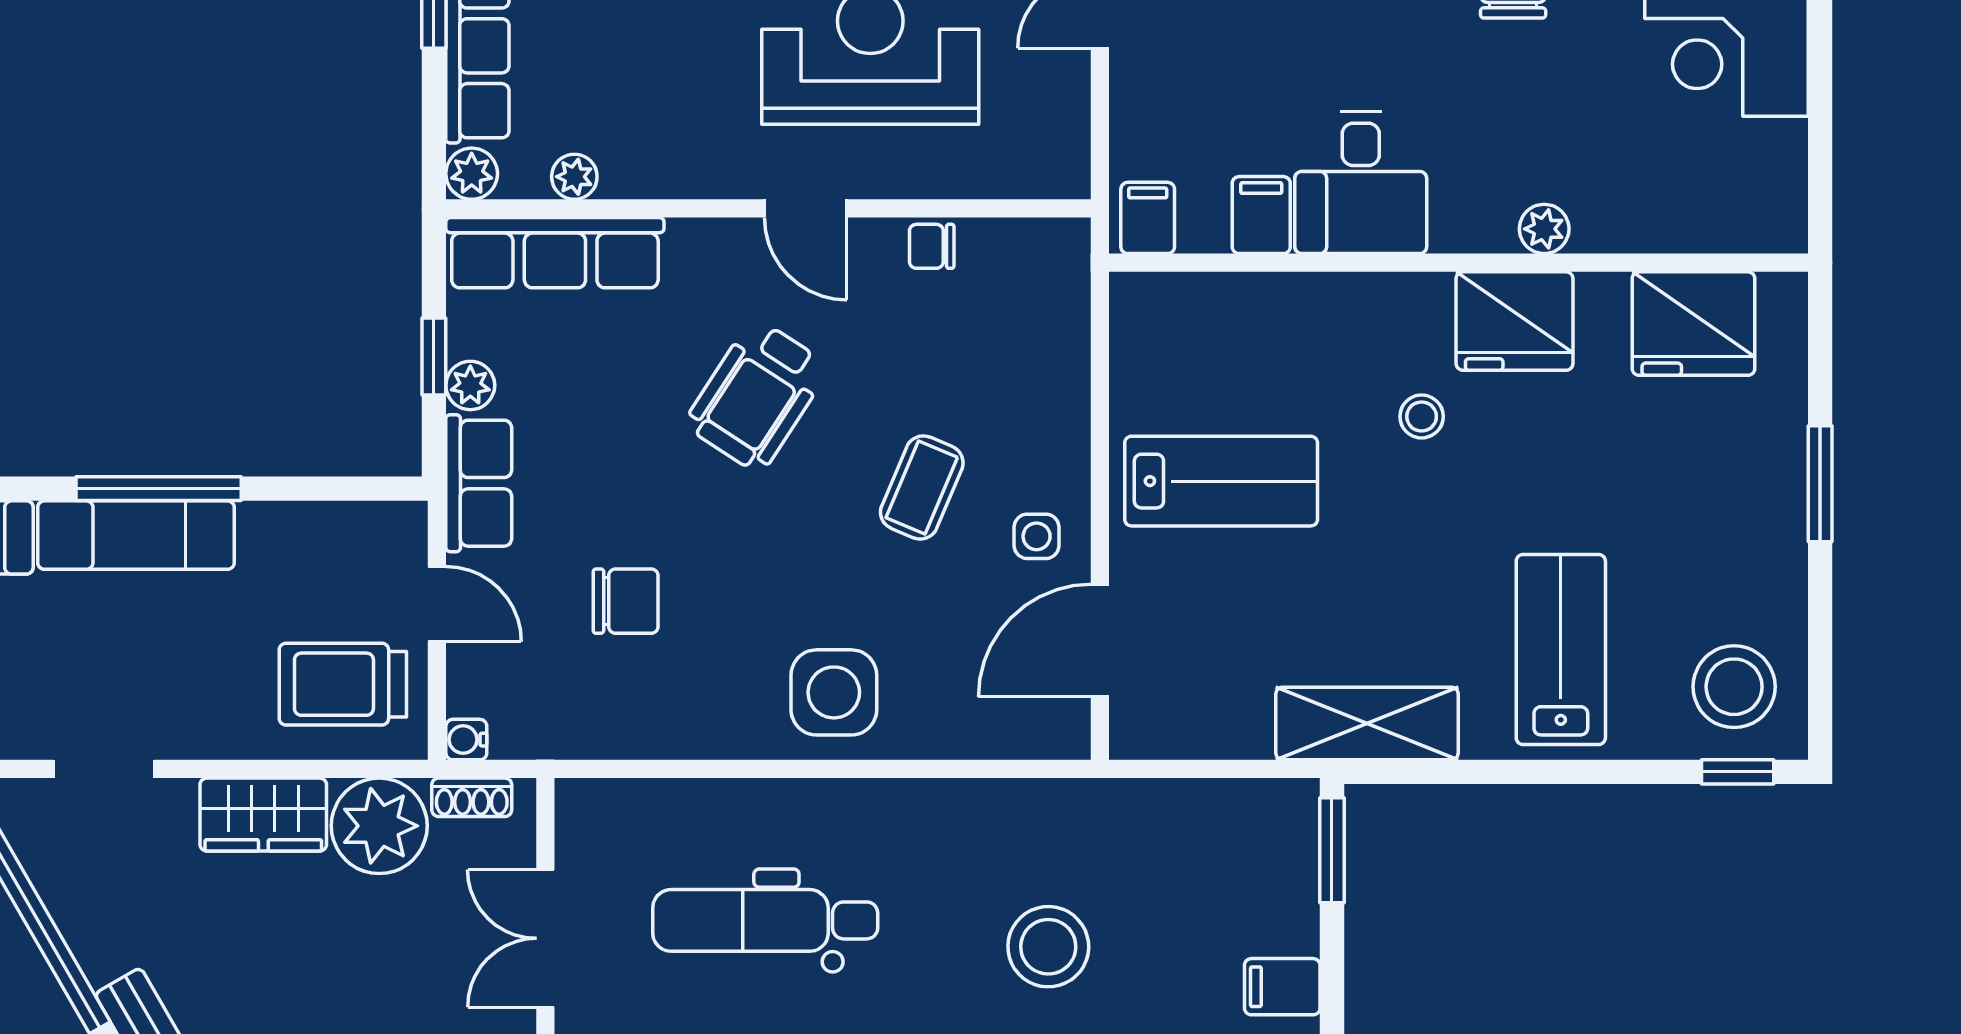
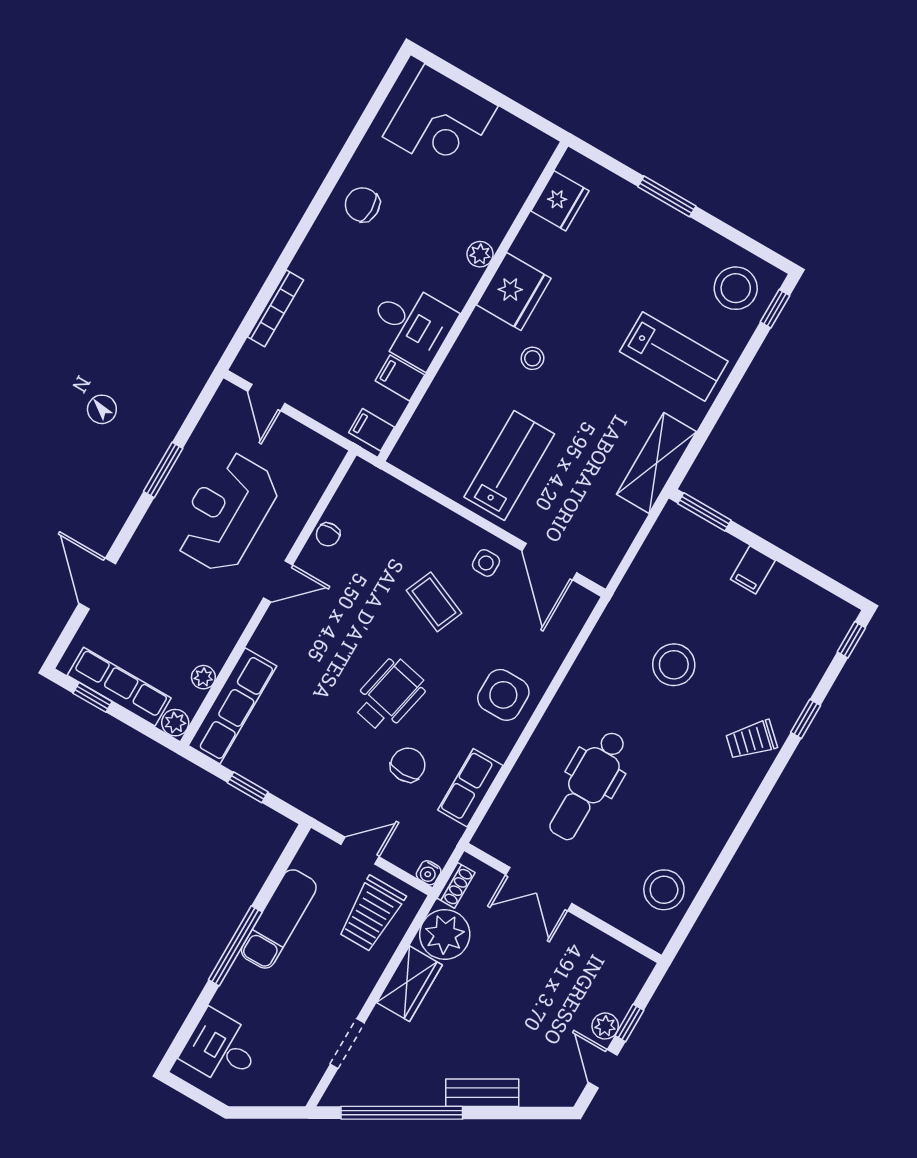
fridge: (1694, 324) -> (560, 201), width x0.73, depth x0.75
plant: (470, 385) -> (270, 779), removed
wheelchair: (757, 396) -> (389, 695), moved, turned -111
row of seats: (479, 483) -> (470, 788), moved, turned -90
exam couch: (136, 535) -> (279, 919), moved
lab bench: (1561, 649) -> (674, 356), turned 180

